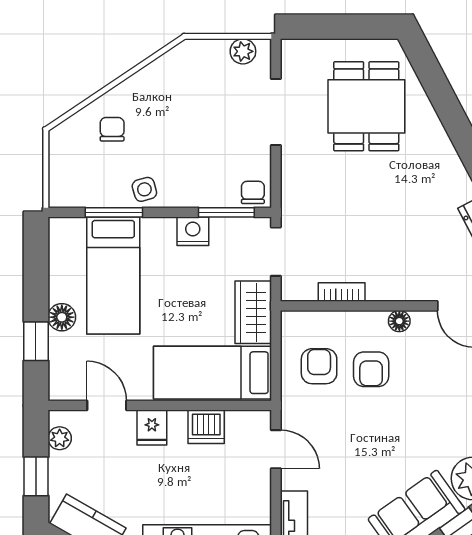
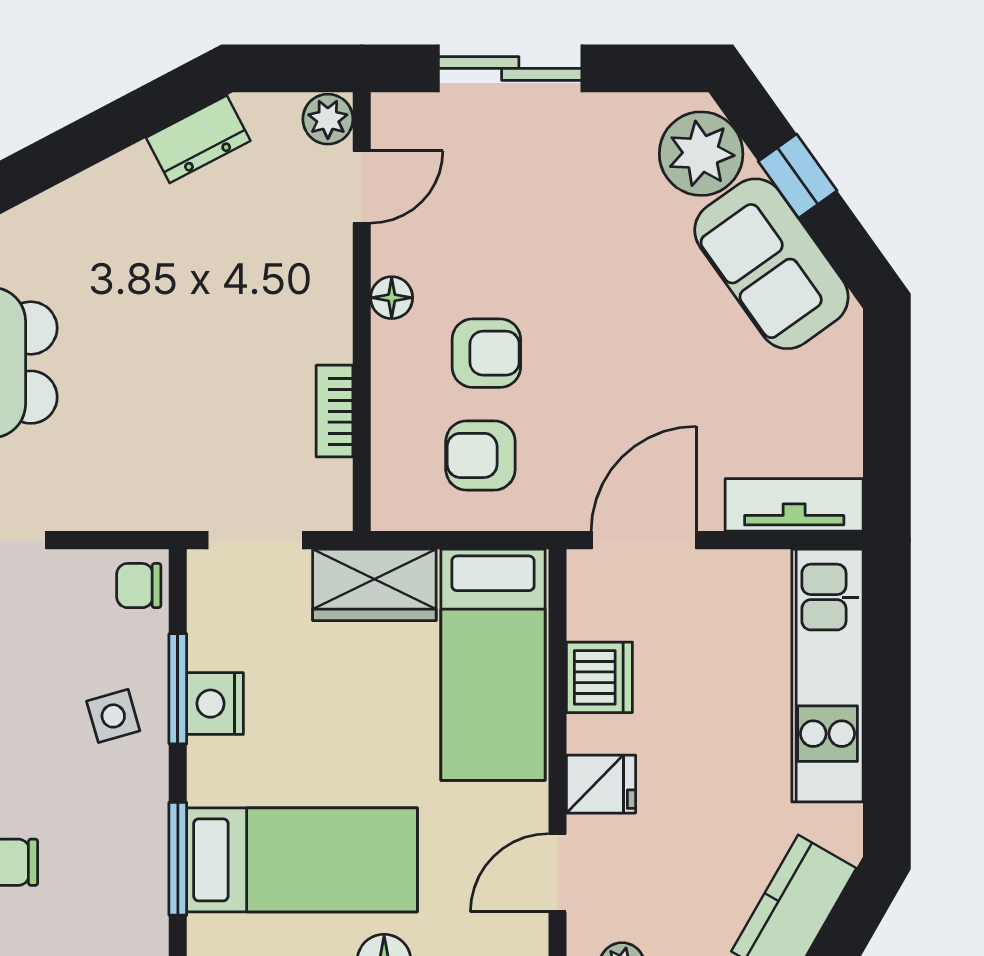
side table: (144, 189) -> (113, 716), moved
window: (226, 212) -> (178, 689), moved
door: (276, 449) -> (644, 540), width x1.38

